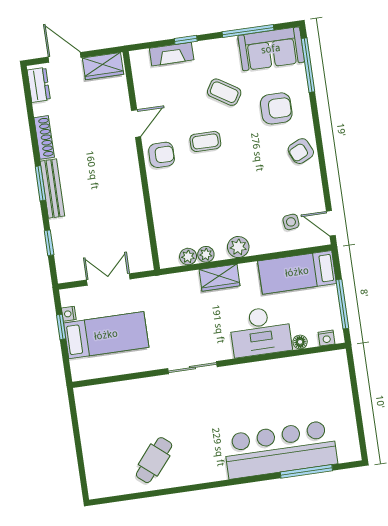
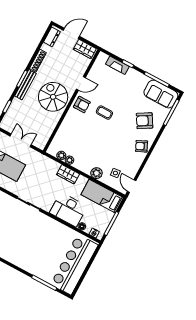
door: (65, 57) -> (71, 33), hinge flipped
coffee table: (224, 92) -> (128, 98), removed
armchair: (276, 108) -> (145, 121), turned 149
spiral stairs: (109, 176) -> (53, 97), added
plant: (238, 247) -> (96, 173), moved
bar counter: (280, 450) -> (74, 265), moved, turned -90

